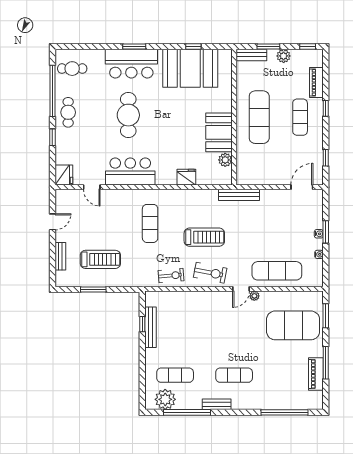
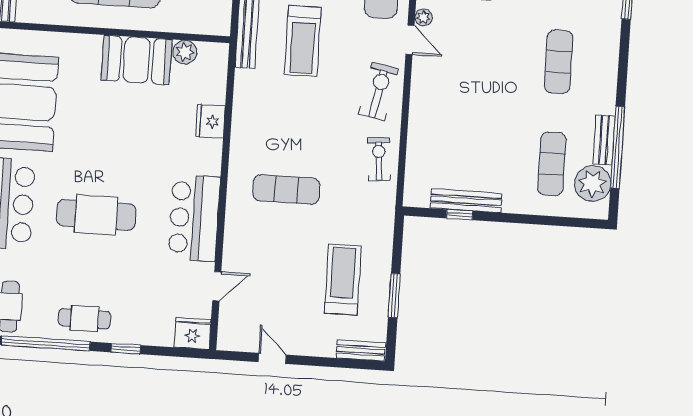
treadmill: (204, 237) -> (303, 41), moved, turned 180
bench: (60, 256) -> (361, 350), moved
bench: (217, 404) -> (604, 140), moved

